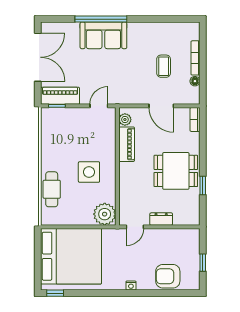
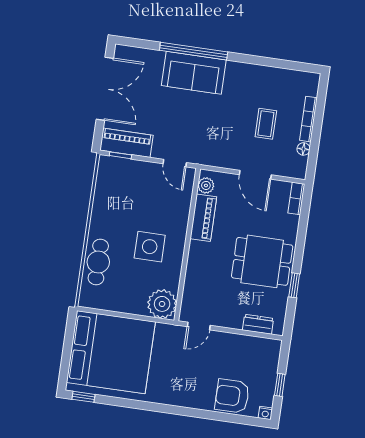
door: (99, 106) -> (175, 163), swing flipped
dresser: (161, 219) -> (258, 324), moved
nightstand: (131, 285) -> (265, 413), moved

